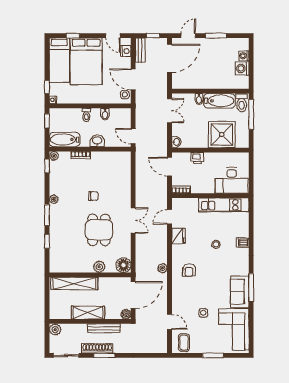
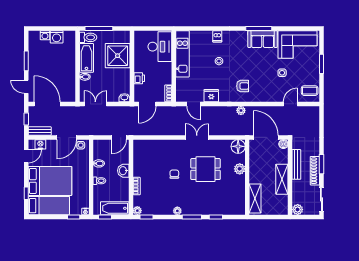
bathtub: (65, 140) -> (115, 208), moved, turned 90
shelving: (74, 284) -> (255, 198), width x0.68

